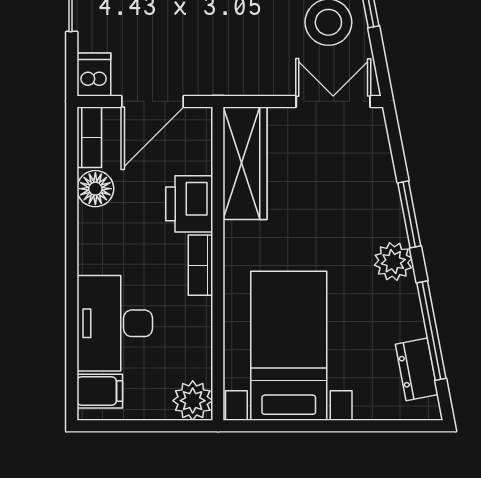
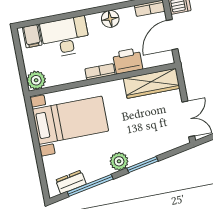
door: (153, 101) -> (172, 35), hinge flipped
floor lamp: (95, 189) -> (110, 19), moved

